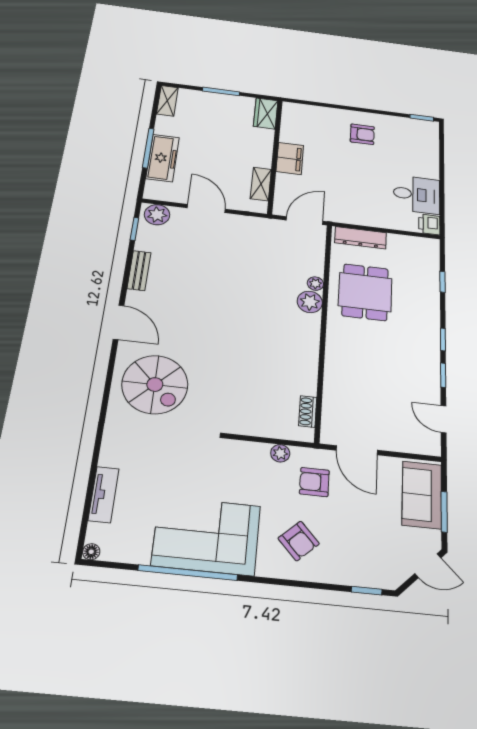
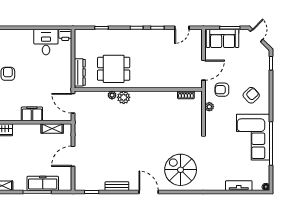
plant: (157, 215) -> (81, 182), removed
door: (119, 322) -> (149, 192), hinge flipped
spiral stairs: (155, 384) -> (181, 170), turned -90
armchair: (314, 482) -> (222, 90), turned 90

